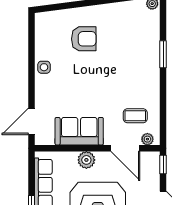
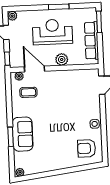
armchair: (84, 39) -> (87, 148), moved
sofa: (79, 131) -> (23, 134), moved, turned -90

